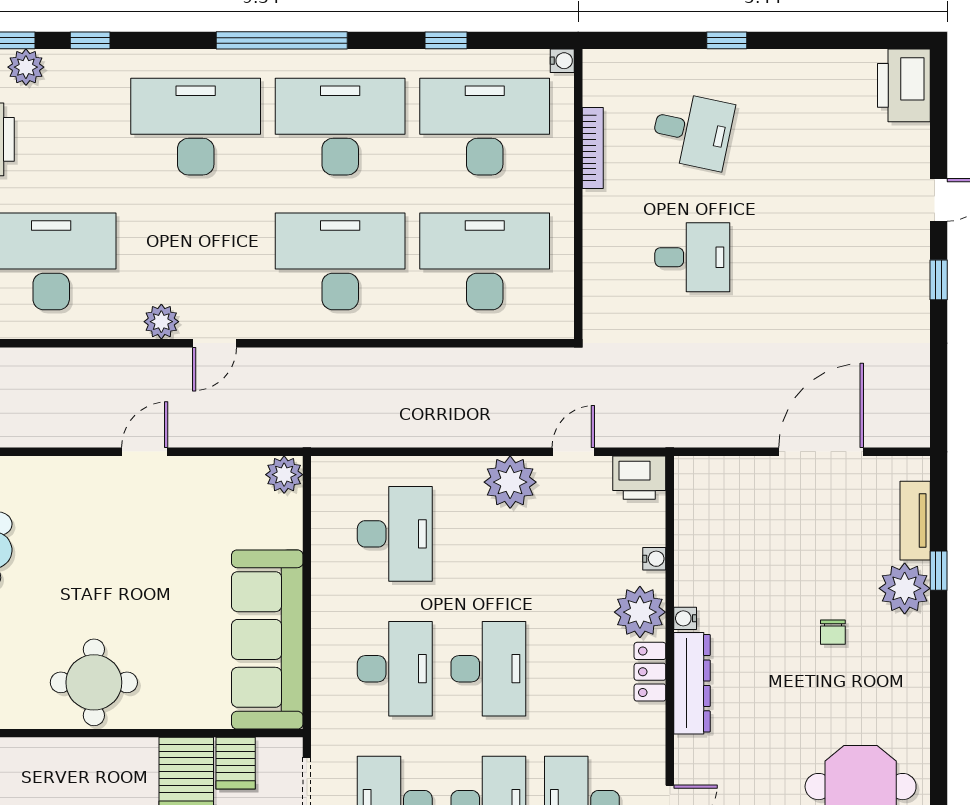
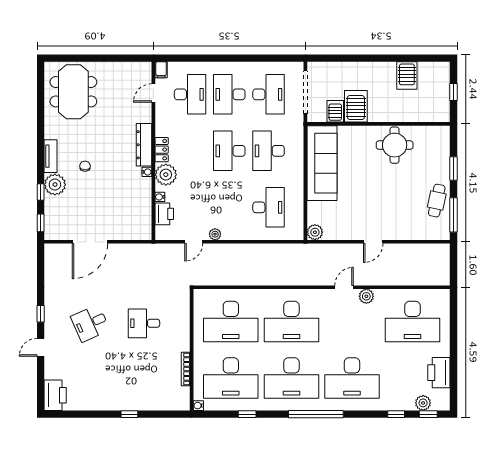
desk: (692, 131) -> (90, 323), moved, turned -36
printer: (639, 478) -> (164, 214), moved, turned 90
plant: (510, 482) -> (215, 234), width x0.53, depth x0.53
window: (939, 497) -> (41, 223), added
tv unit: (915, 521) -> (51, 156), moved
desk: (395, 534) -> (269, 207), turned 180

